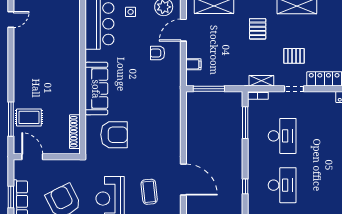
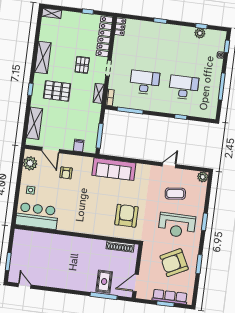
pallet: (258, 29) -> (57, 91), width x1.50, depth x1.42
sofa: (96, 89) -> (114, 169), moved, turned 180
door: (183, 180) -> (169, 165), width x0.53

